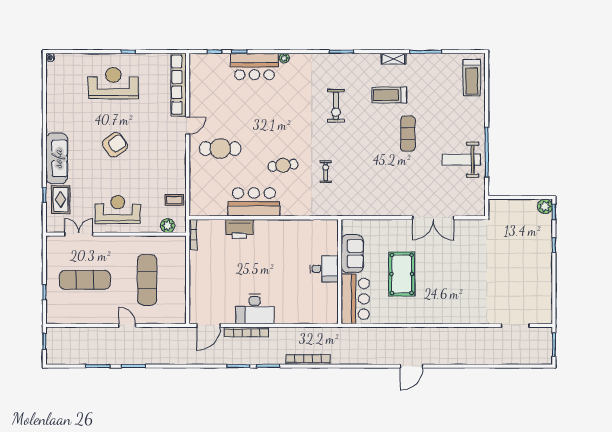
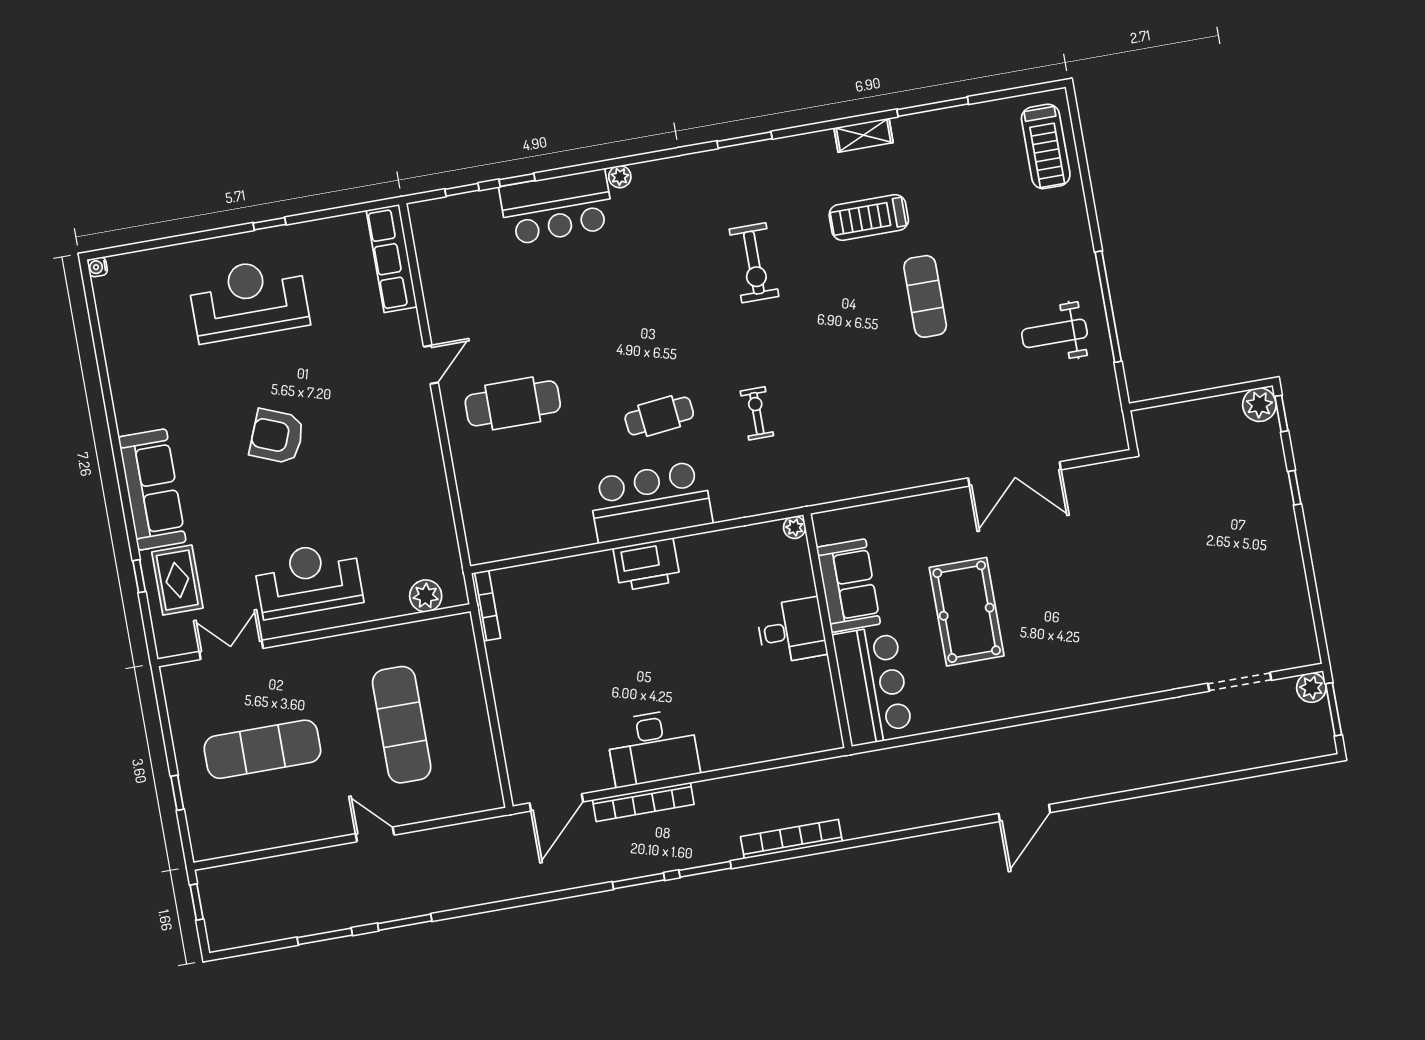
row of seats: (179, 85) -> (392, 259), width x0.73
armchair: (115, 145) -> (277, 436), turned -123
weight bench: (461, 160) -> (1054, 333), width x0.73, depth x0.75
coffee table: (174, 200) -> (430, 536), removed
bar counter: (254, 202) -> (650, 502), moved
plant: (333, 224) -> (795, 527), added
printer: (239, 229) -> (647, 565), moved
plant: (546, 333) -> (1311, 688), added

